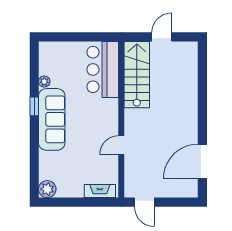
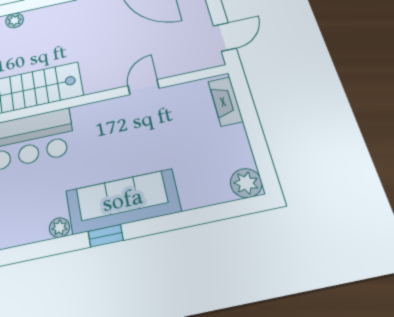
plant: (192, 71) -> (15, 20), added
door: (121, 145) -> (144, 87), swing flipped

